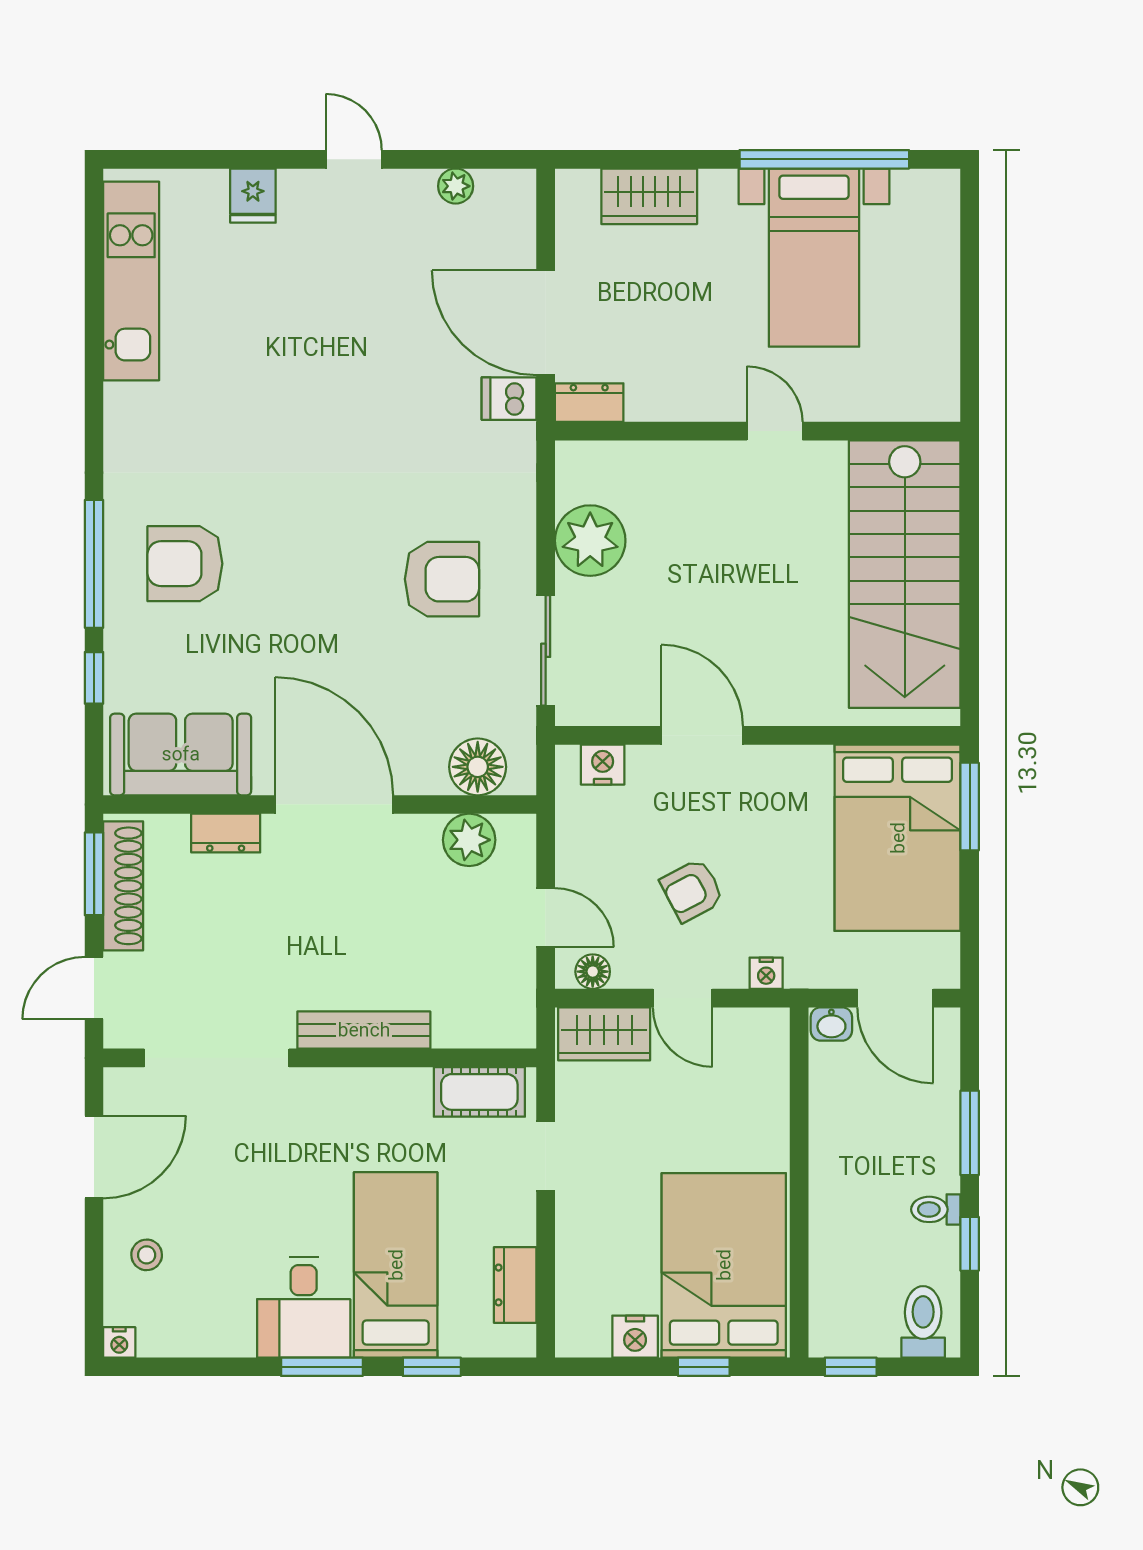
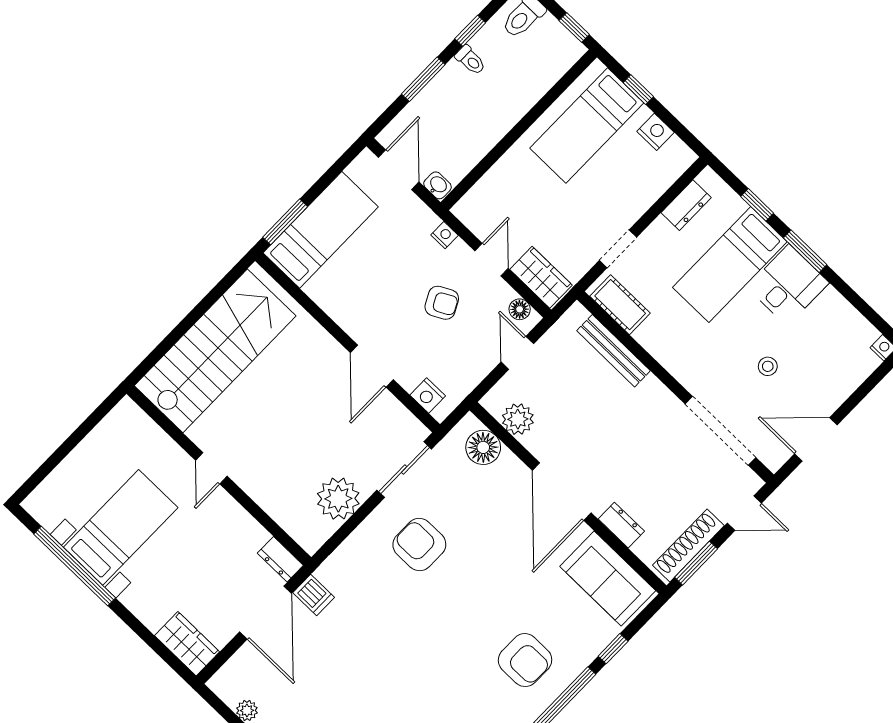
wardrobe: (649, 196) -> (187, 644), moved
bed: (898, 838) -> (321, 230), width x0.67
bench: (364, 1030) -> (614, 351), moved
stool: (147, 1255) -> (768, 366), moved
bed: (724, 1265) -> (587, 125), width x0.67

